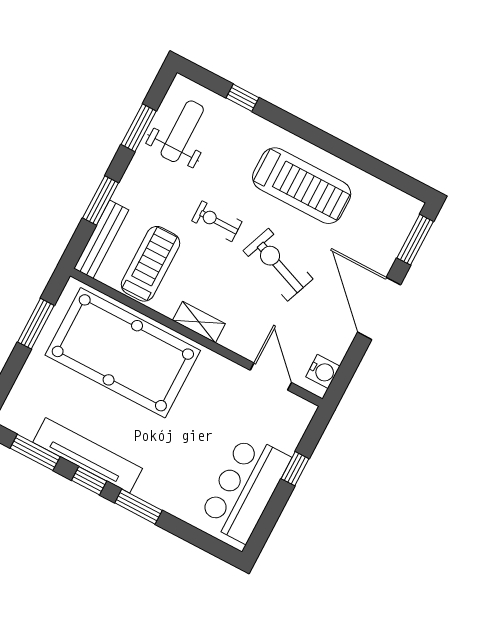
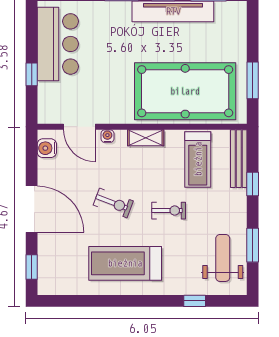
weight bench: (182, 131) -> (223, 258), turned 180
window: (101, 200) -> (253, 184), width x0.67
window: (415, 240) -> (32, 267), width x0.67
exercise bike: (278, 265) -> (113, 203), width x0.73, depth x0.72
water cooler: (243, 348) -> (107, 136), added

